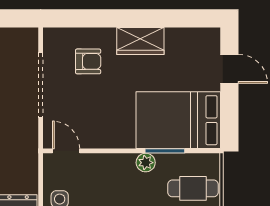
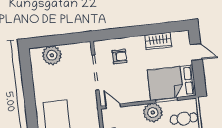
wardrobe: (140, 41) -> (158, 41), moved
plant: (146, 163) -> (153, 113), width x1.87, depth x1.87

